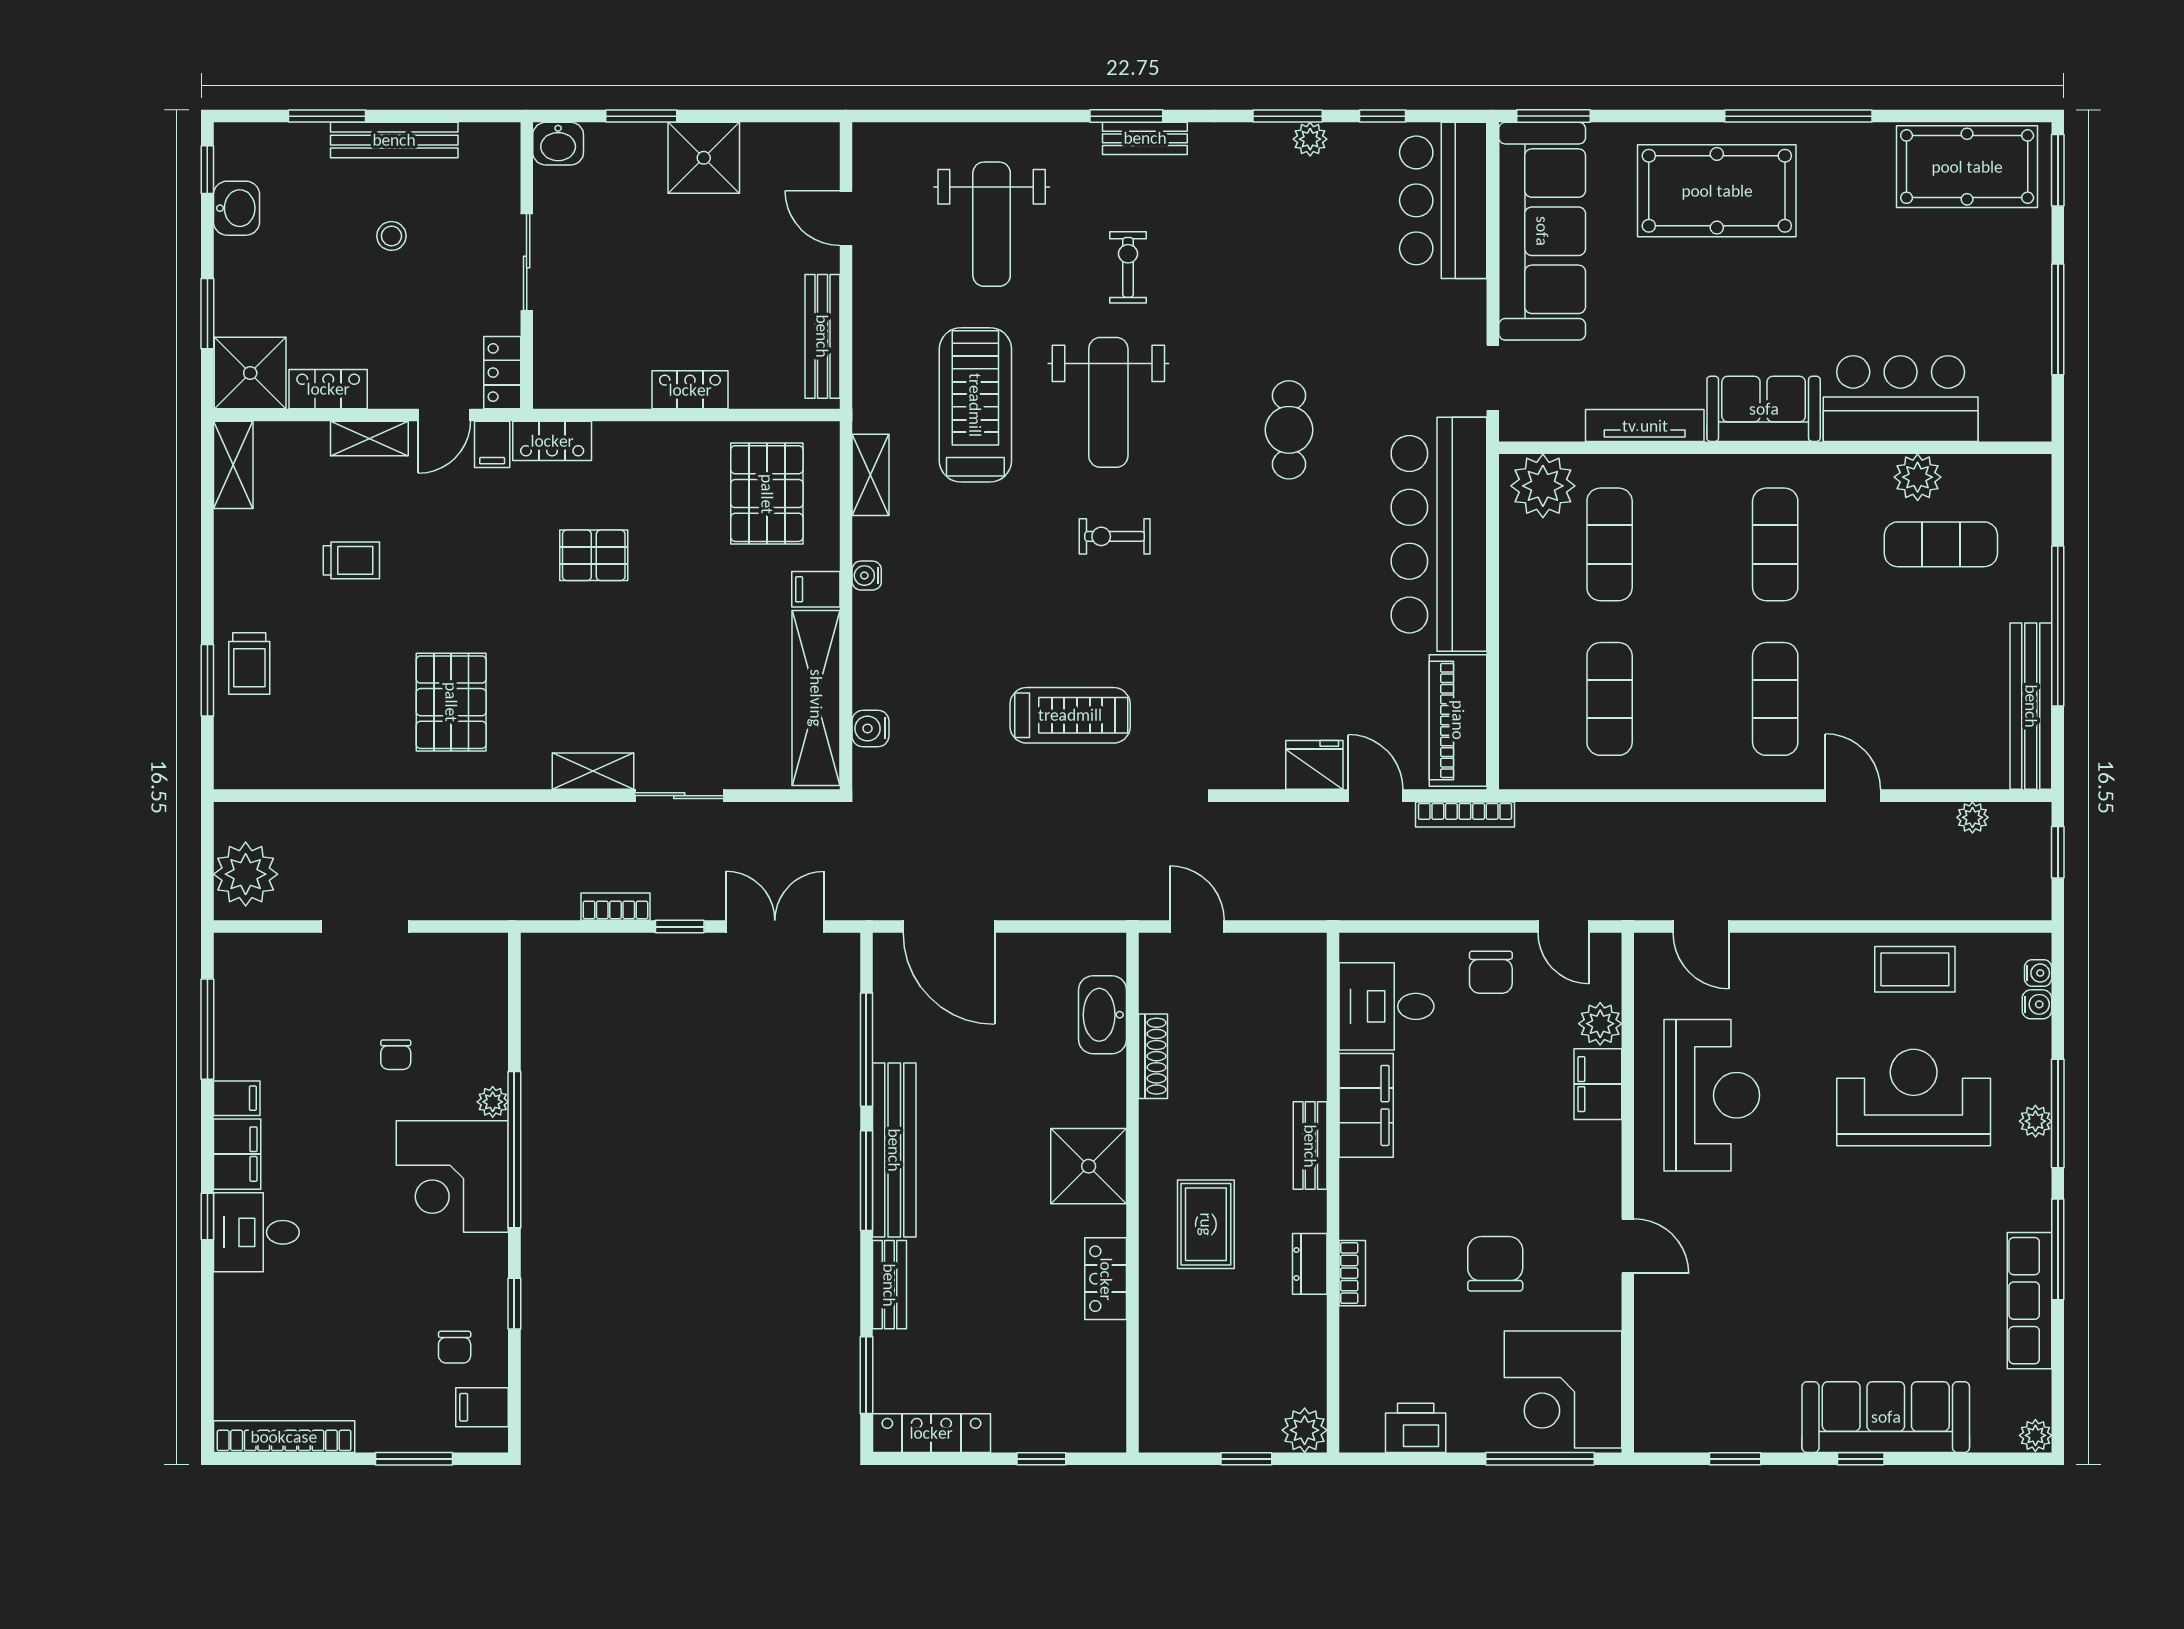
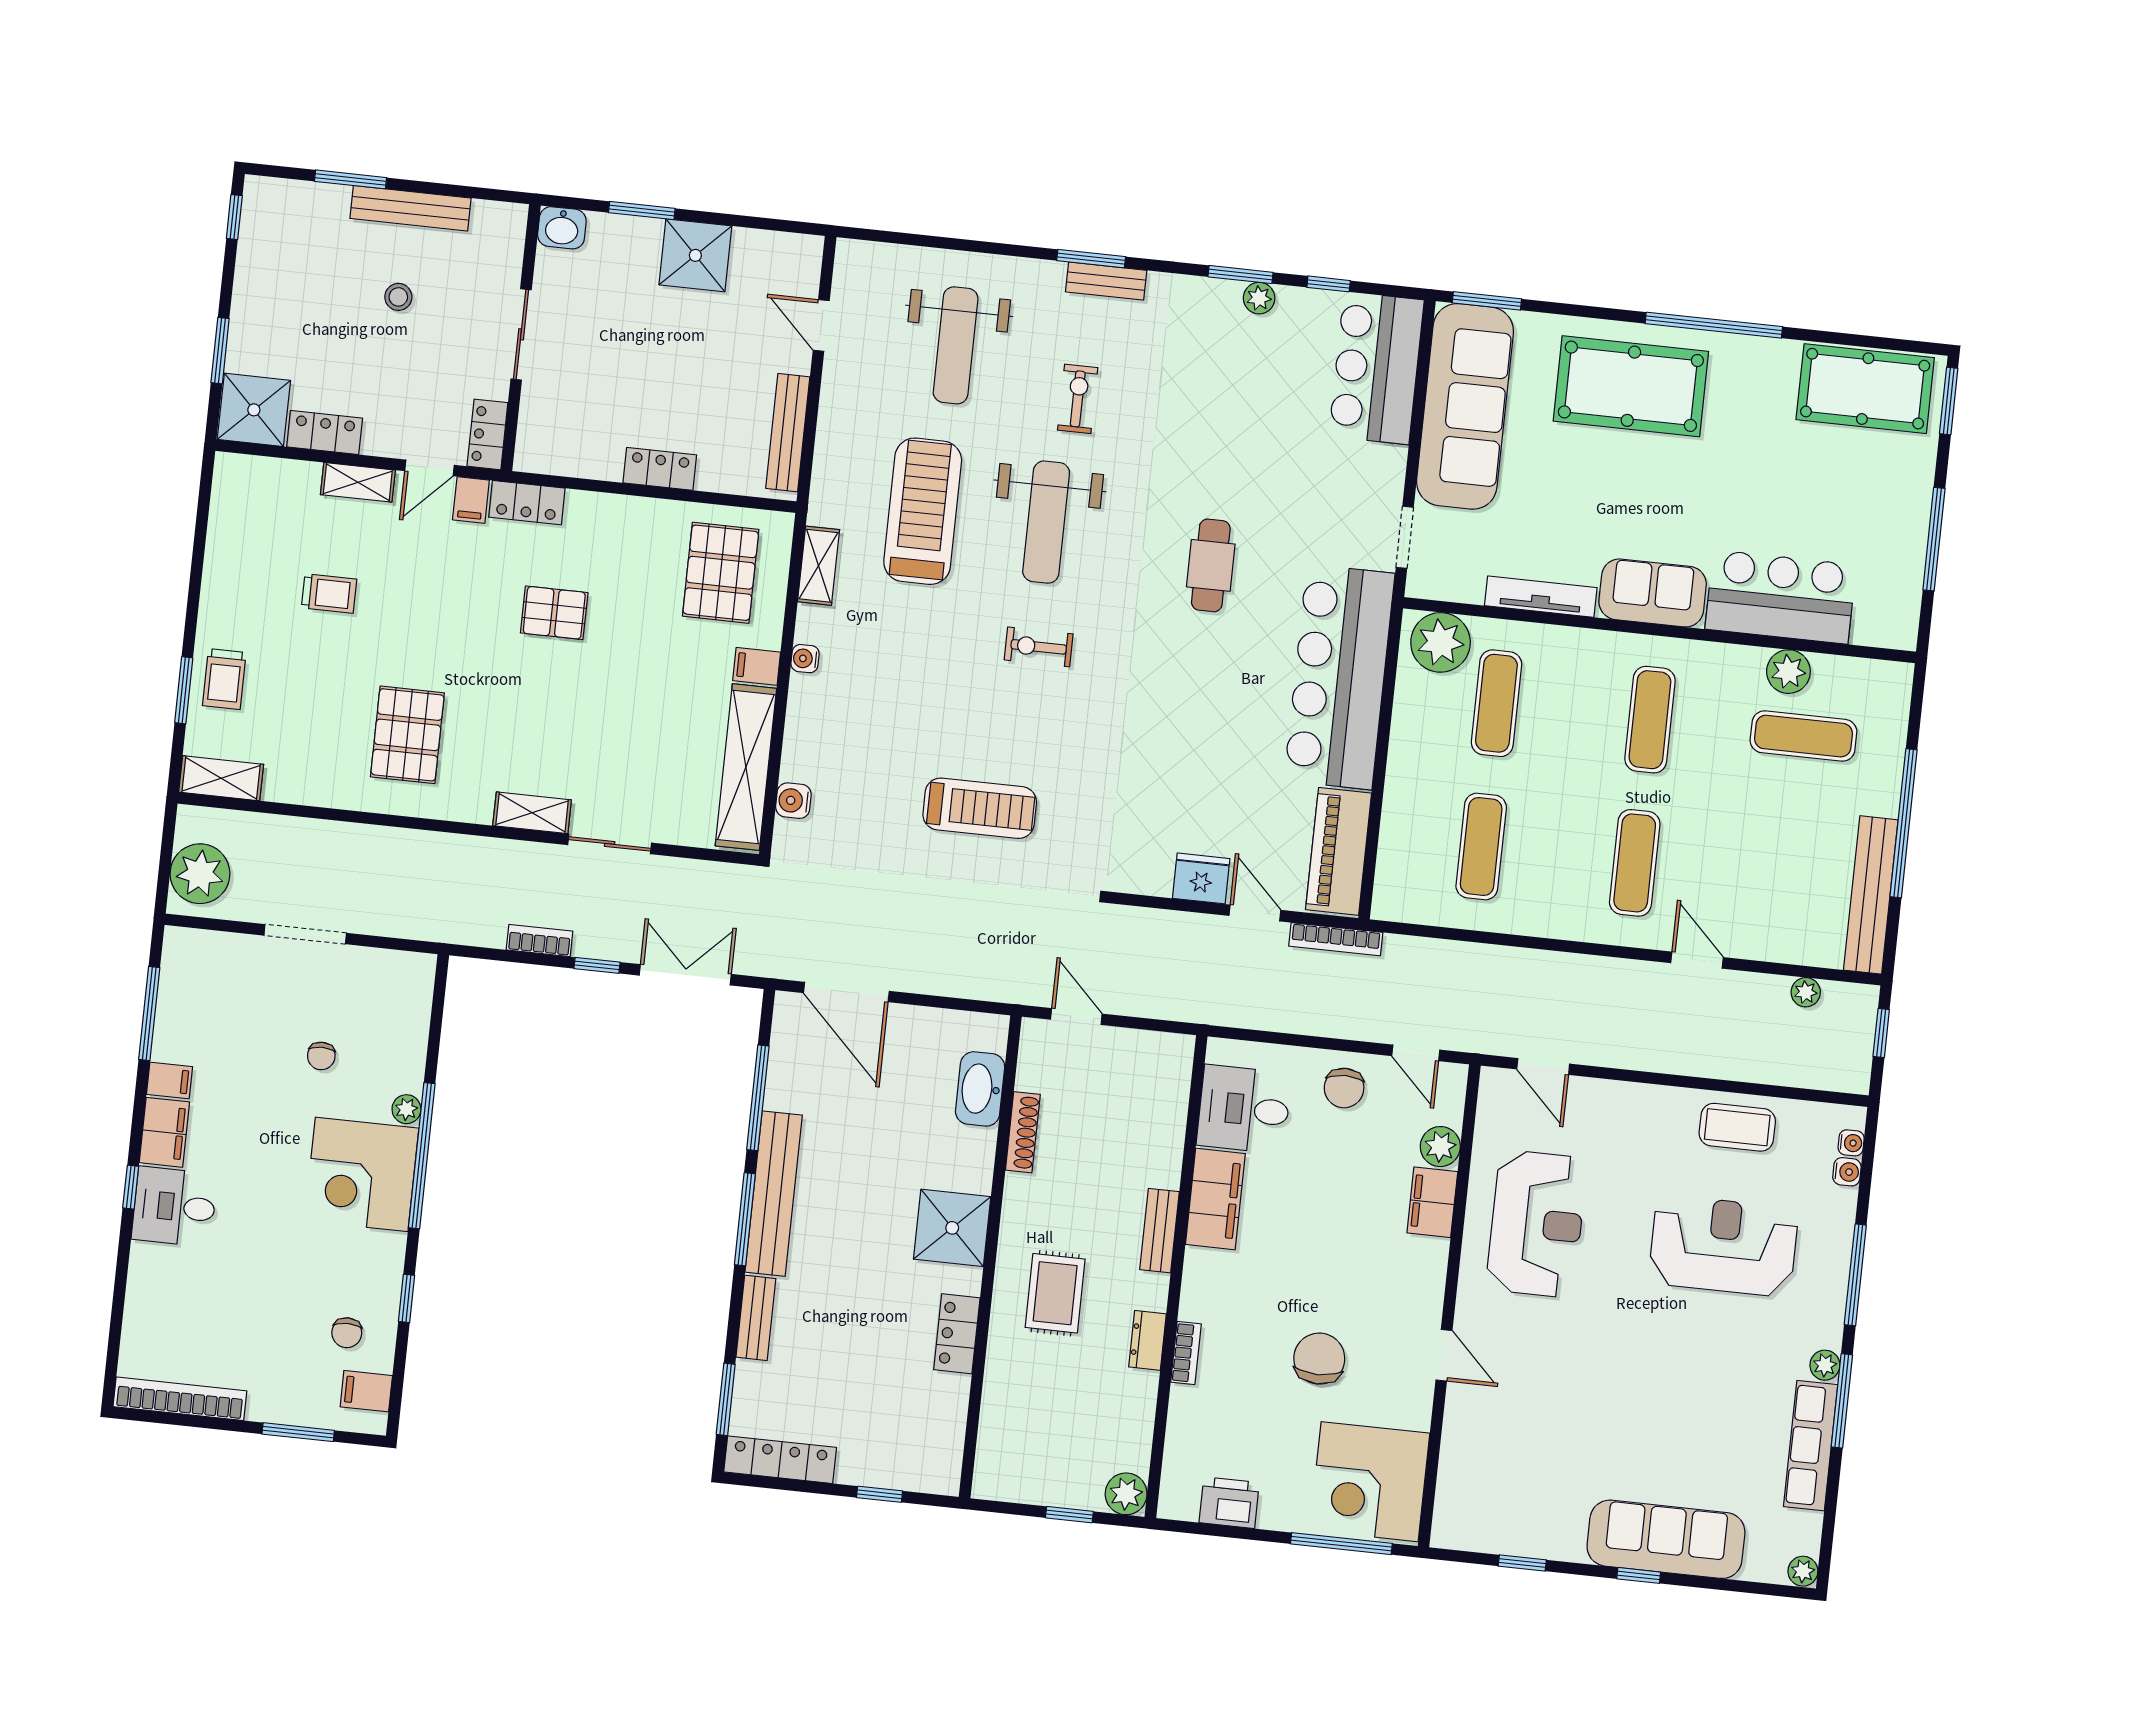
washbasin: (236, 208) -> (257, 256), removed
shelving: (233, 465) -> (221, 778), moved, turned 90
plant: (2035, 1121) -> (1825, 1365), moved

